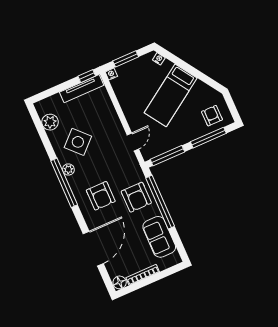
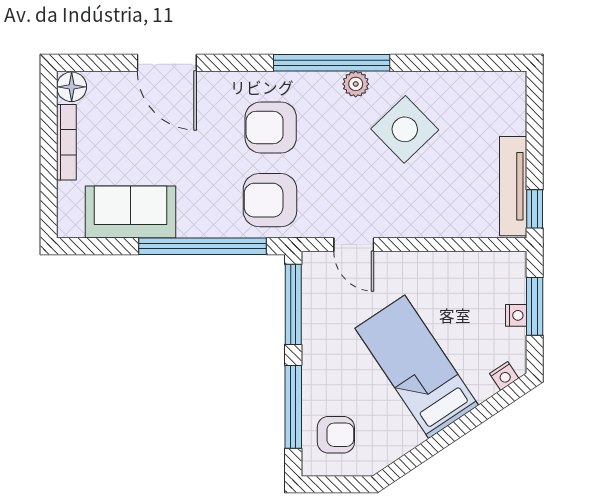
nightstand: (111, 74) -> (516, 315), moved
plant: (50, 122) -> (472, 89), removed
armchair: (136, 197) -> (270, 200), moved
door: (93, 249) -> (167, 63), width x0.73

